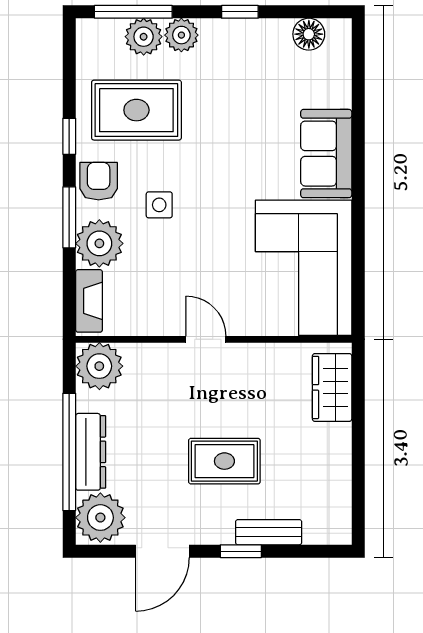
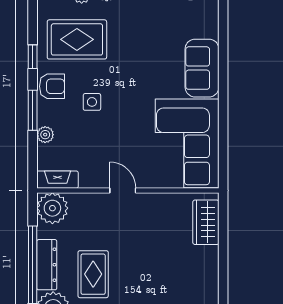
armchair: (99, 181) -> (52, 86), turned 90
plant: (99, 243) -> (45, 135), width x0.53, depth x0.53
fireplace: (89, 301) -> (57, 180), moved, turned -90
rug: (224, 461) -> (93, 274), moved, turned 90

